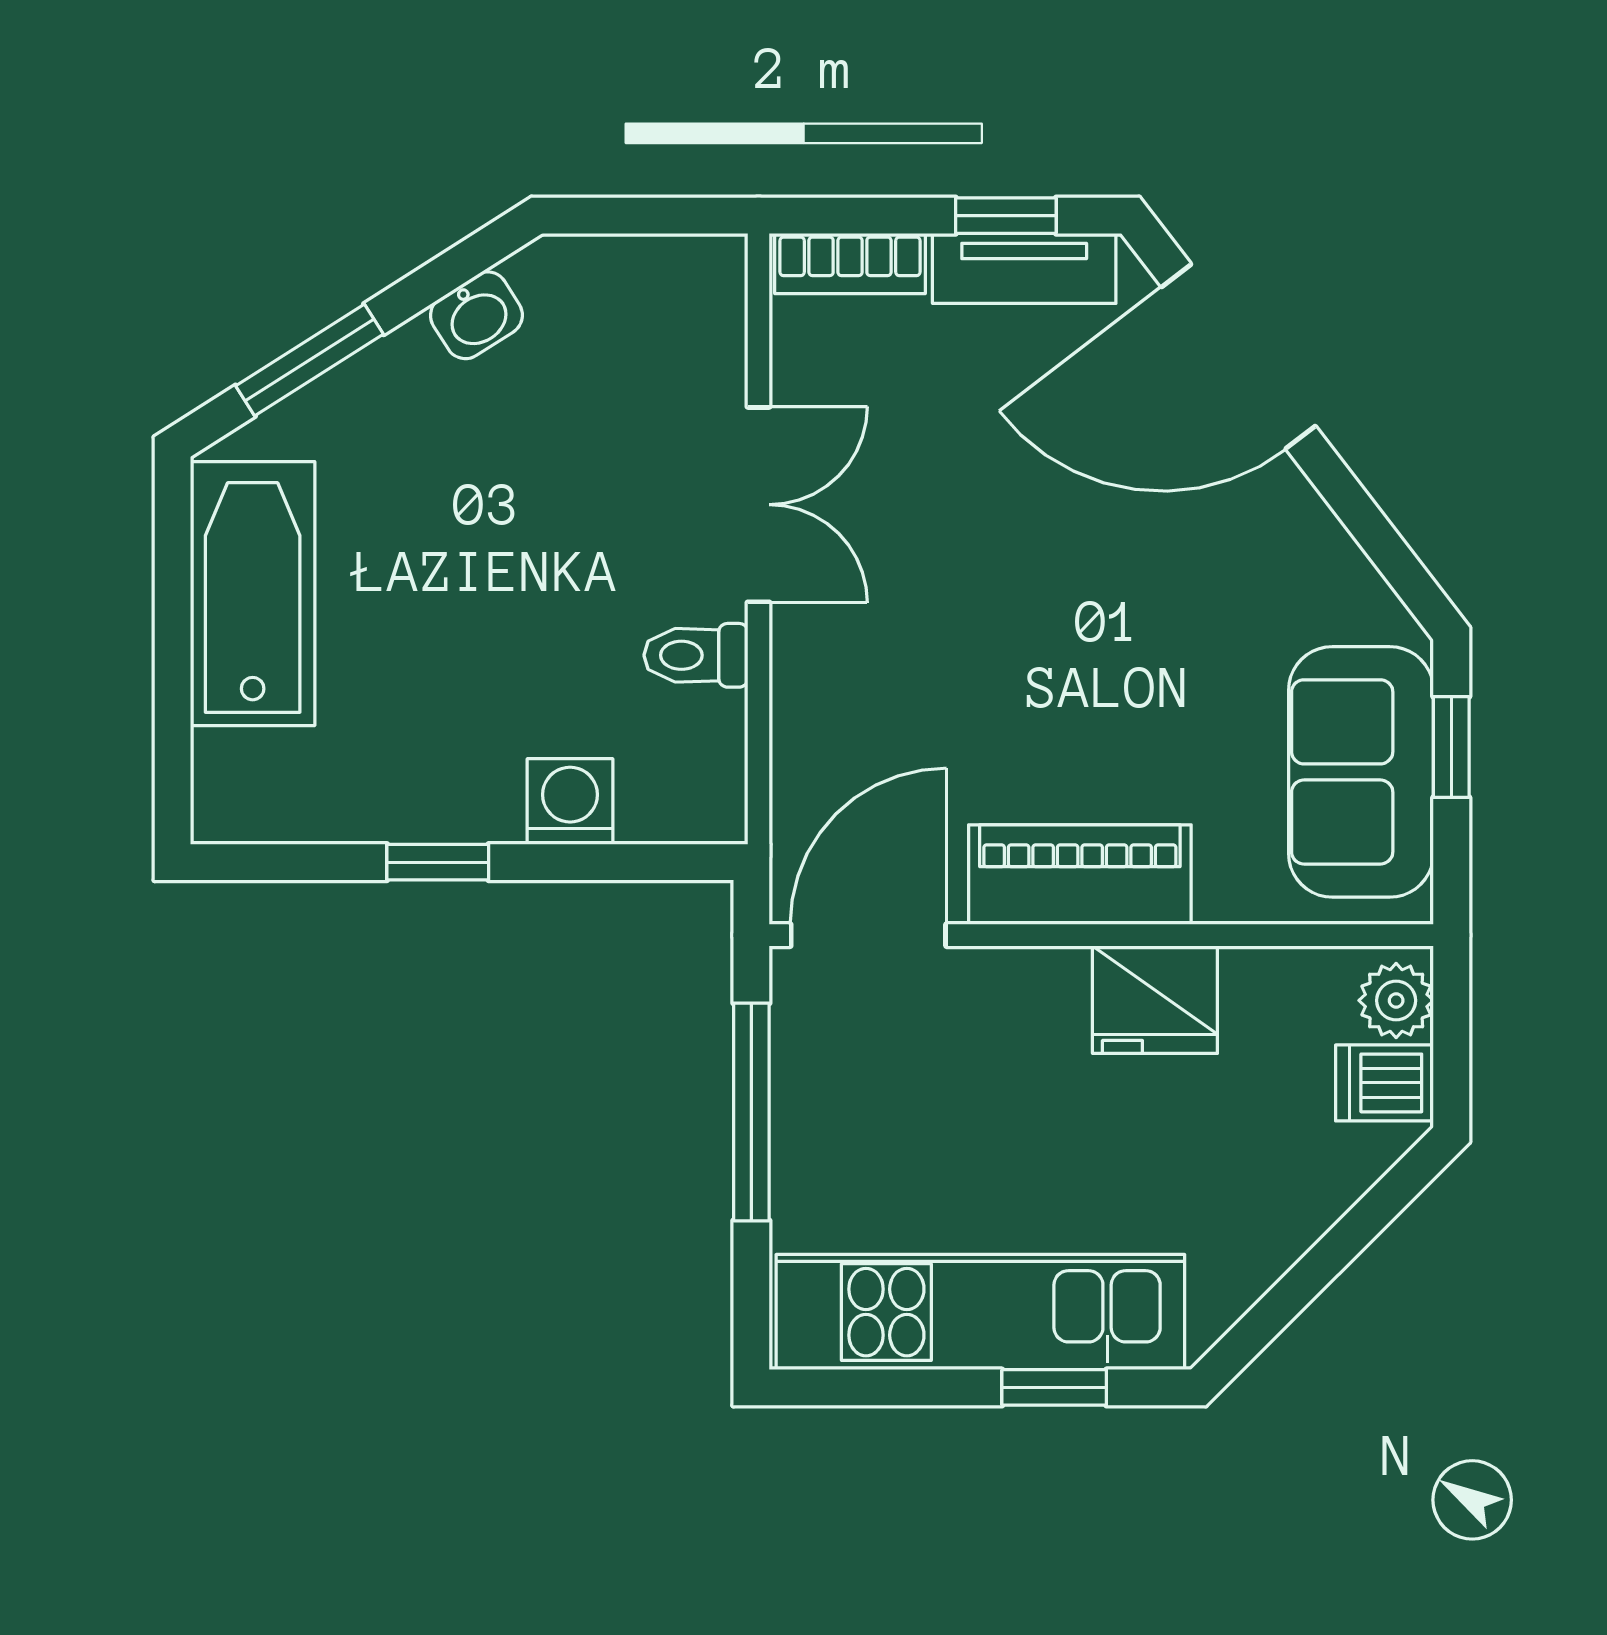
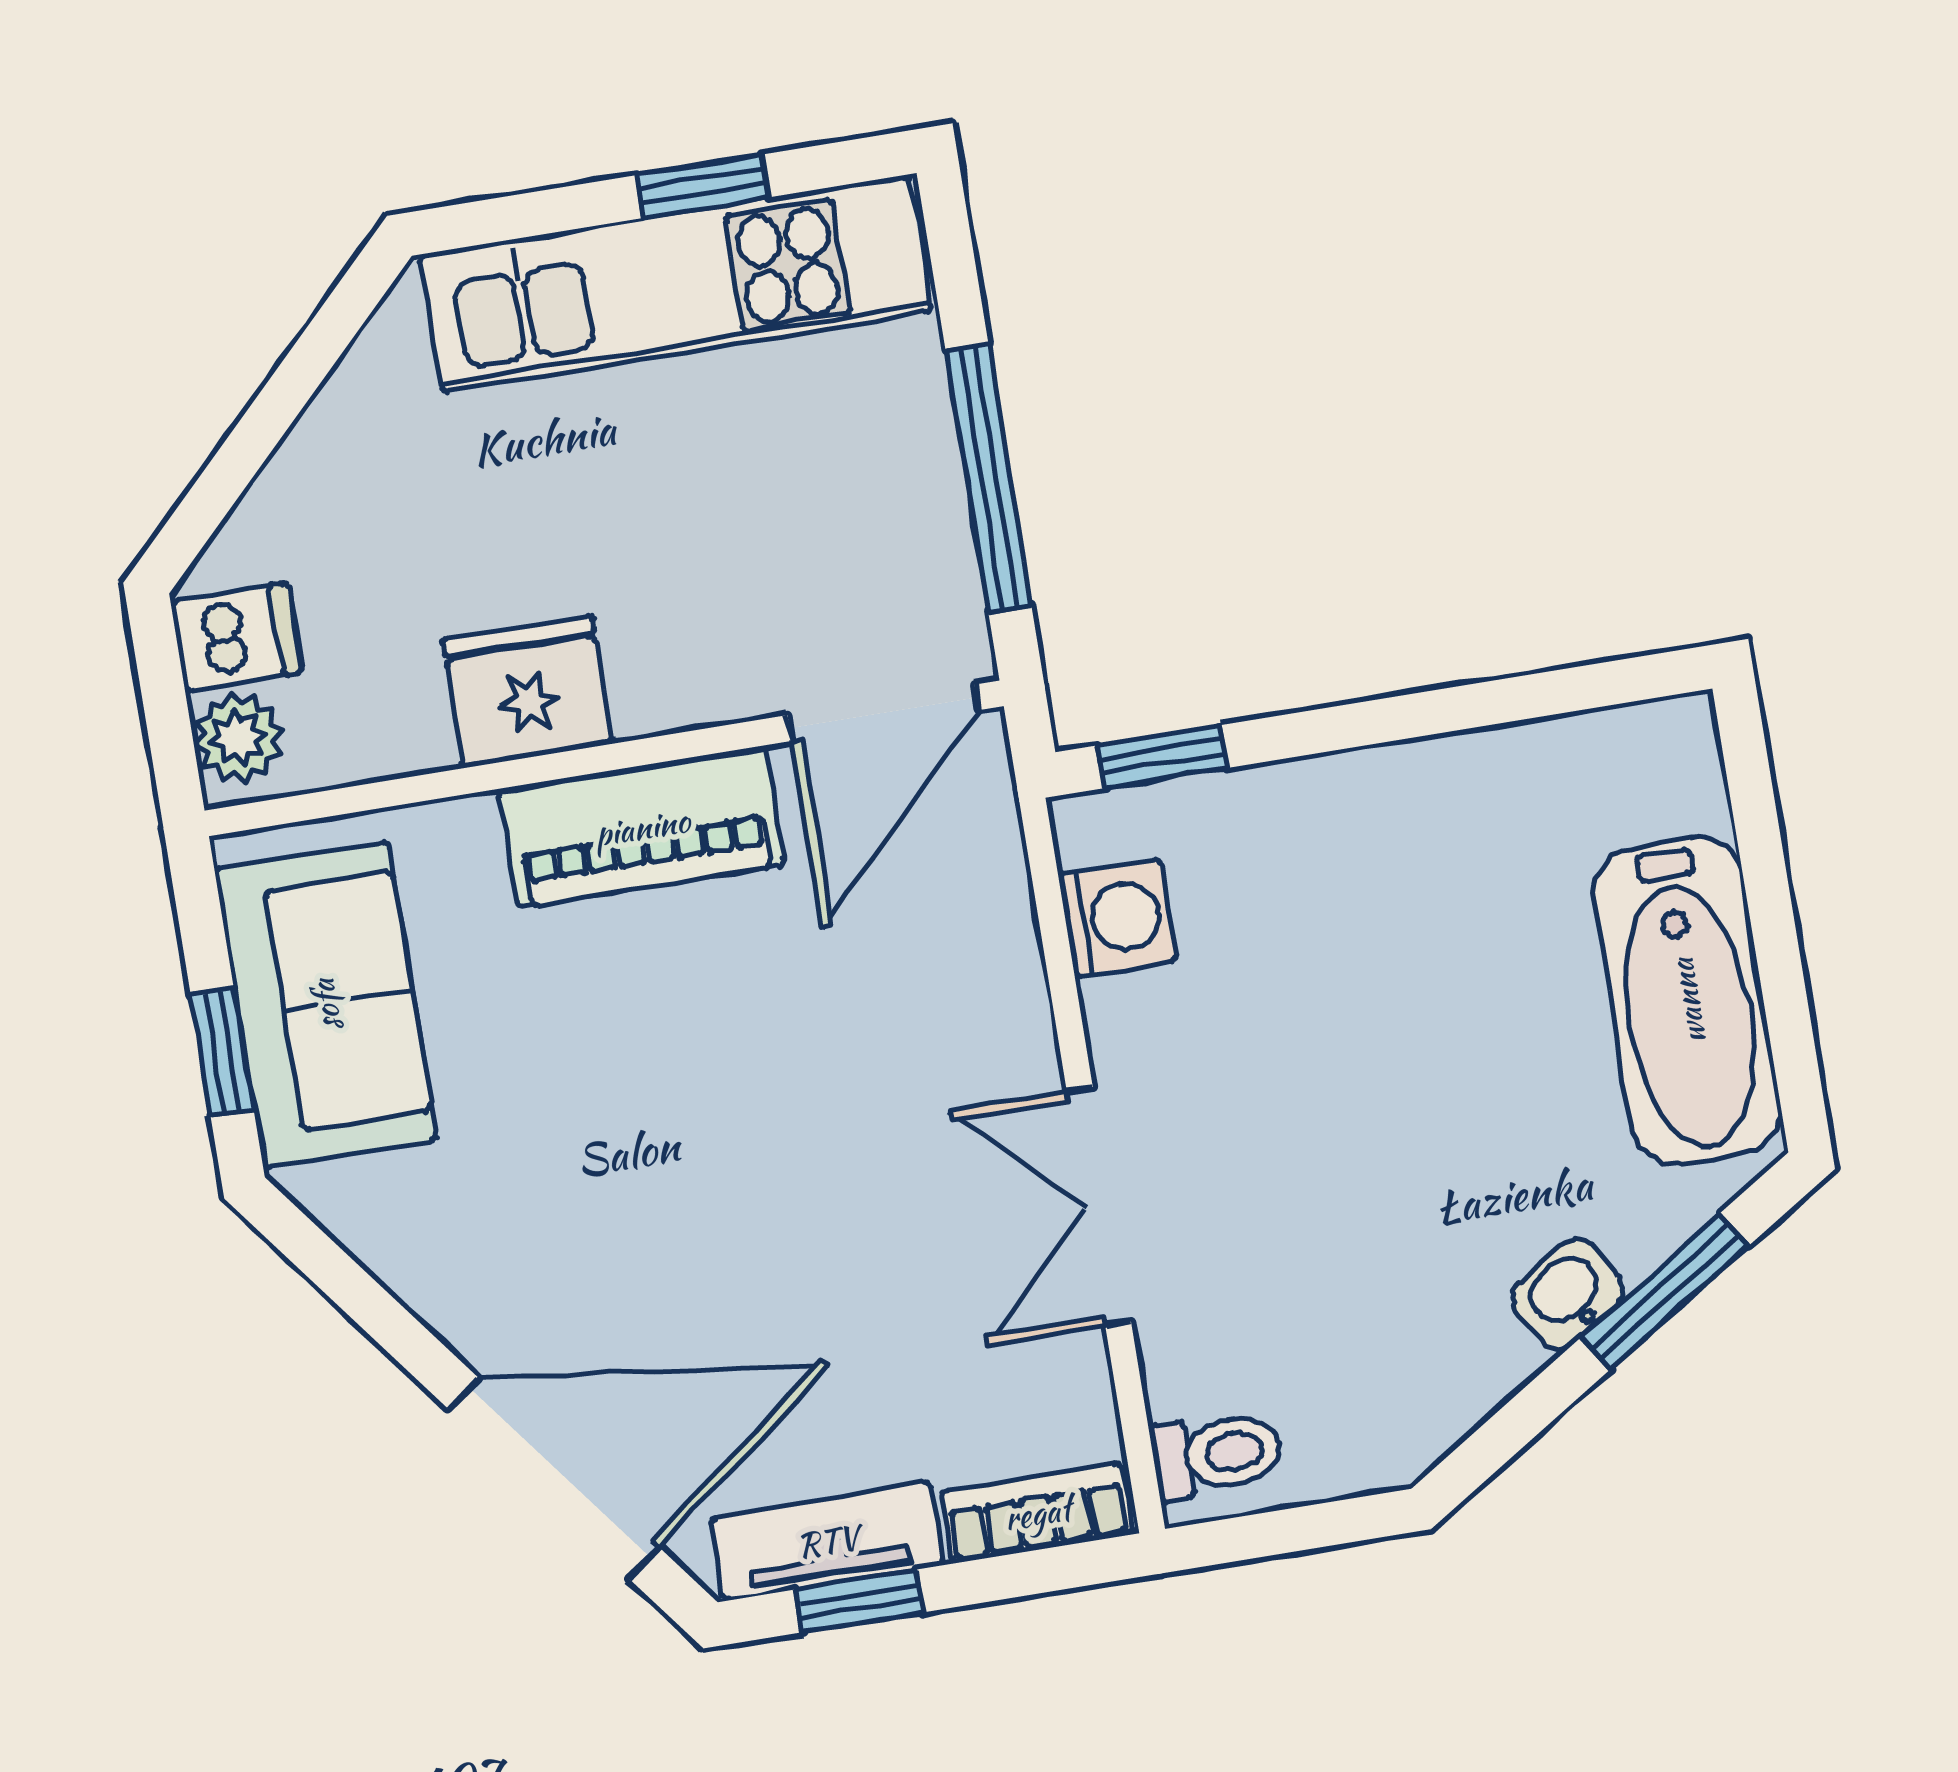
washbasin: (476, 315) -> (1568, 1294), moved
toilet: (696, 655) -> (1217, 1454), moved
washing machine: (570, 801) -> (1117, 918), moved, turned -90
window: (438, 862) -> (1162, 757), moved
window: (1054, 1387) -> (703, 186), moved

